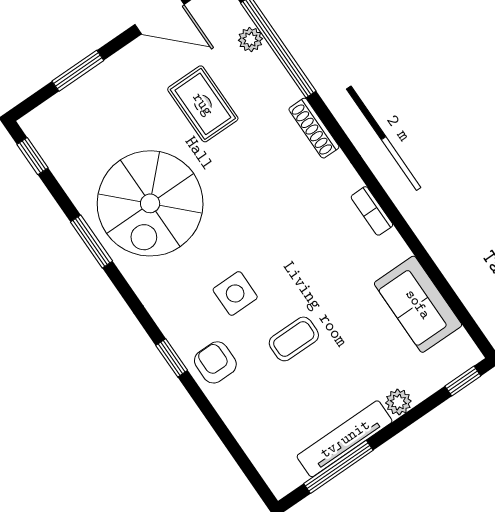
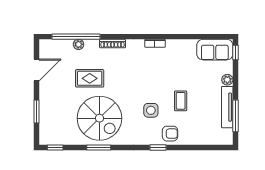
plant: (250, 40) -> (79, 44), moved
rug: (203, 104) -> (90, 78), moved
sofa: (418, 304) -> (215, 50), moved
armchair: (215, 362) -> (170, 134), turned 180

